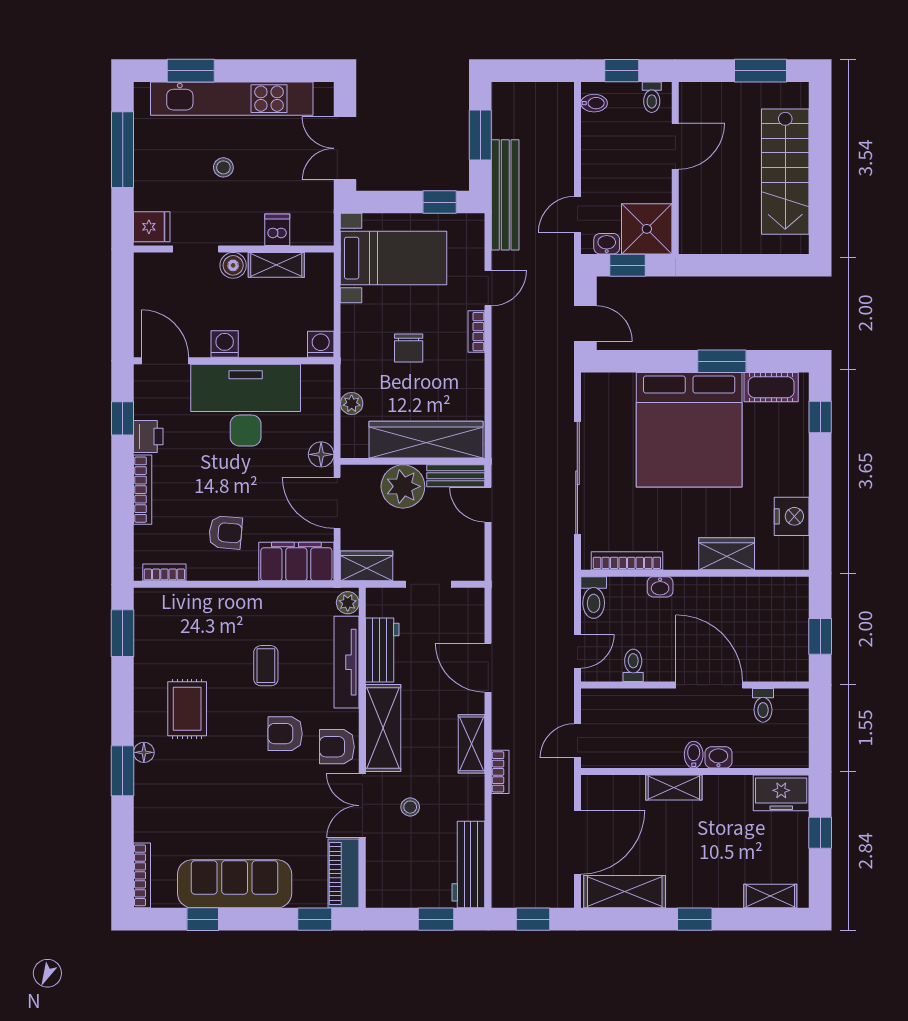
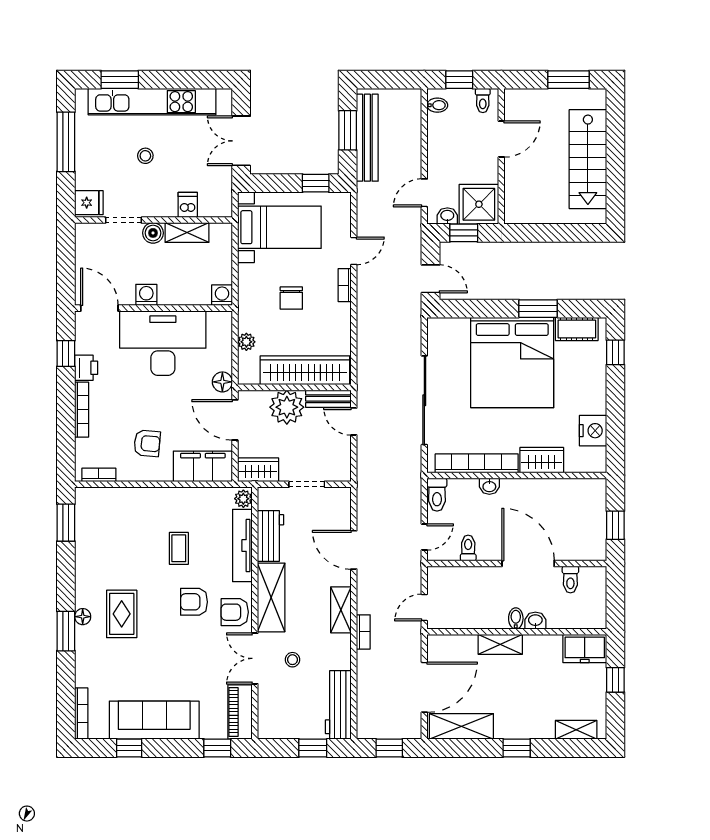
bench: (505, 195) -> (367, 138), moved
bookcase: (627, 561) -> (477, 463), width x1.48, depth x1.31
rug: (187, 709) -> (122, 614), moved

